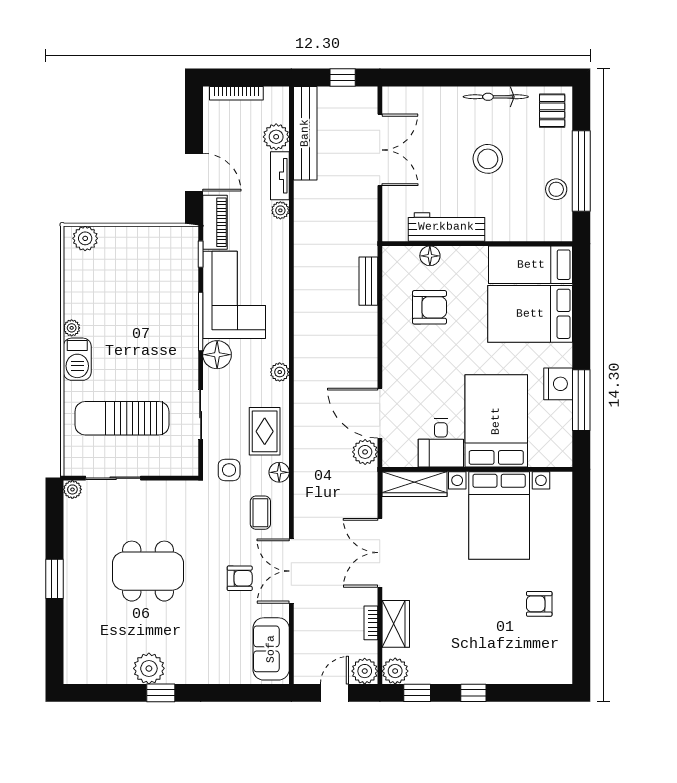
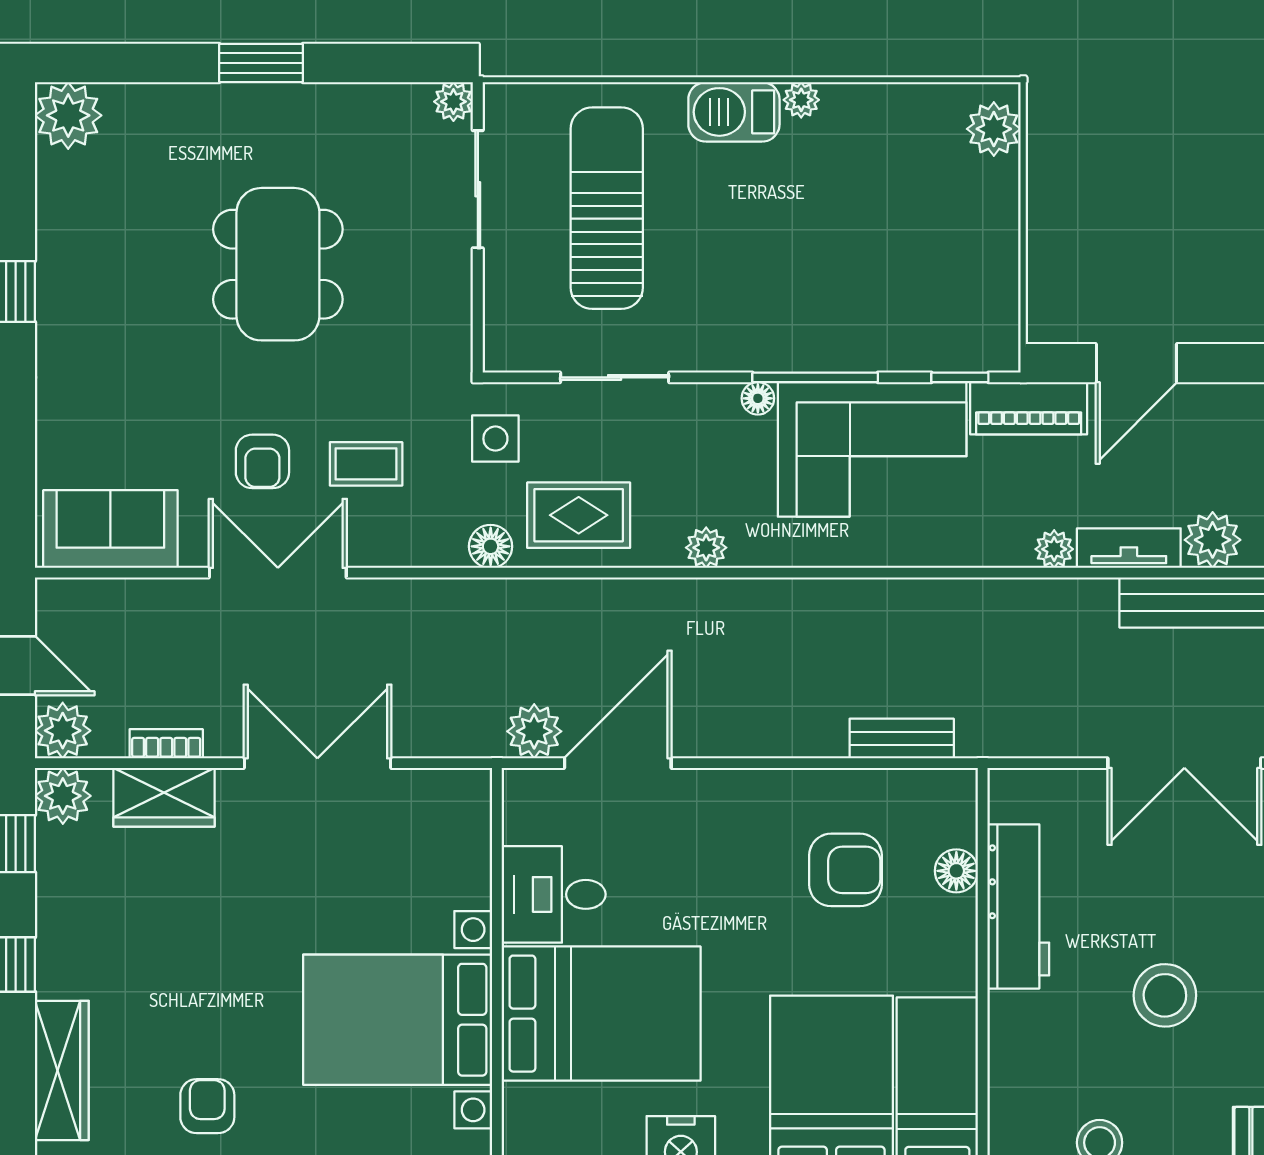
armchair: (429, 307) -> (846, 870), turned -90
floor lamp: (217, 355) -> (758, 398), width x0.53, depth x0.53
wardrobe: (414, 484) -> (62, 1070), moved, turned 180
coffee table: (260, 513) -> (366, 464), moved
plant: (149, 668) -> (68, 115), moved

